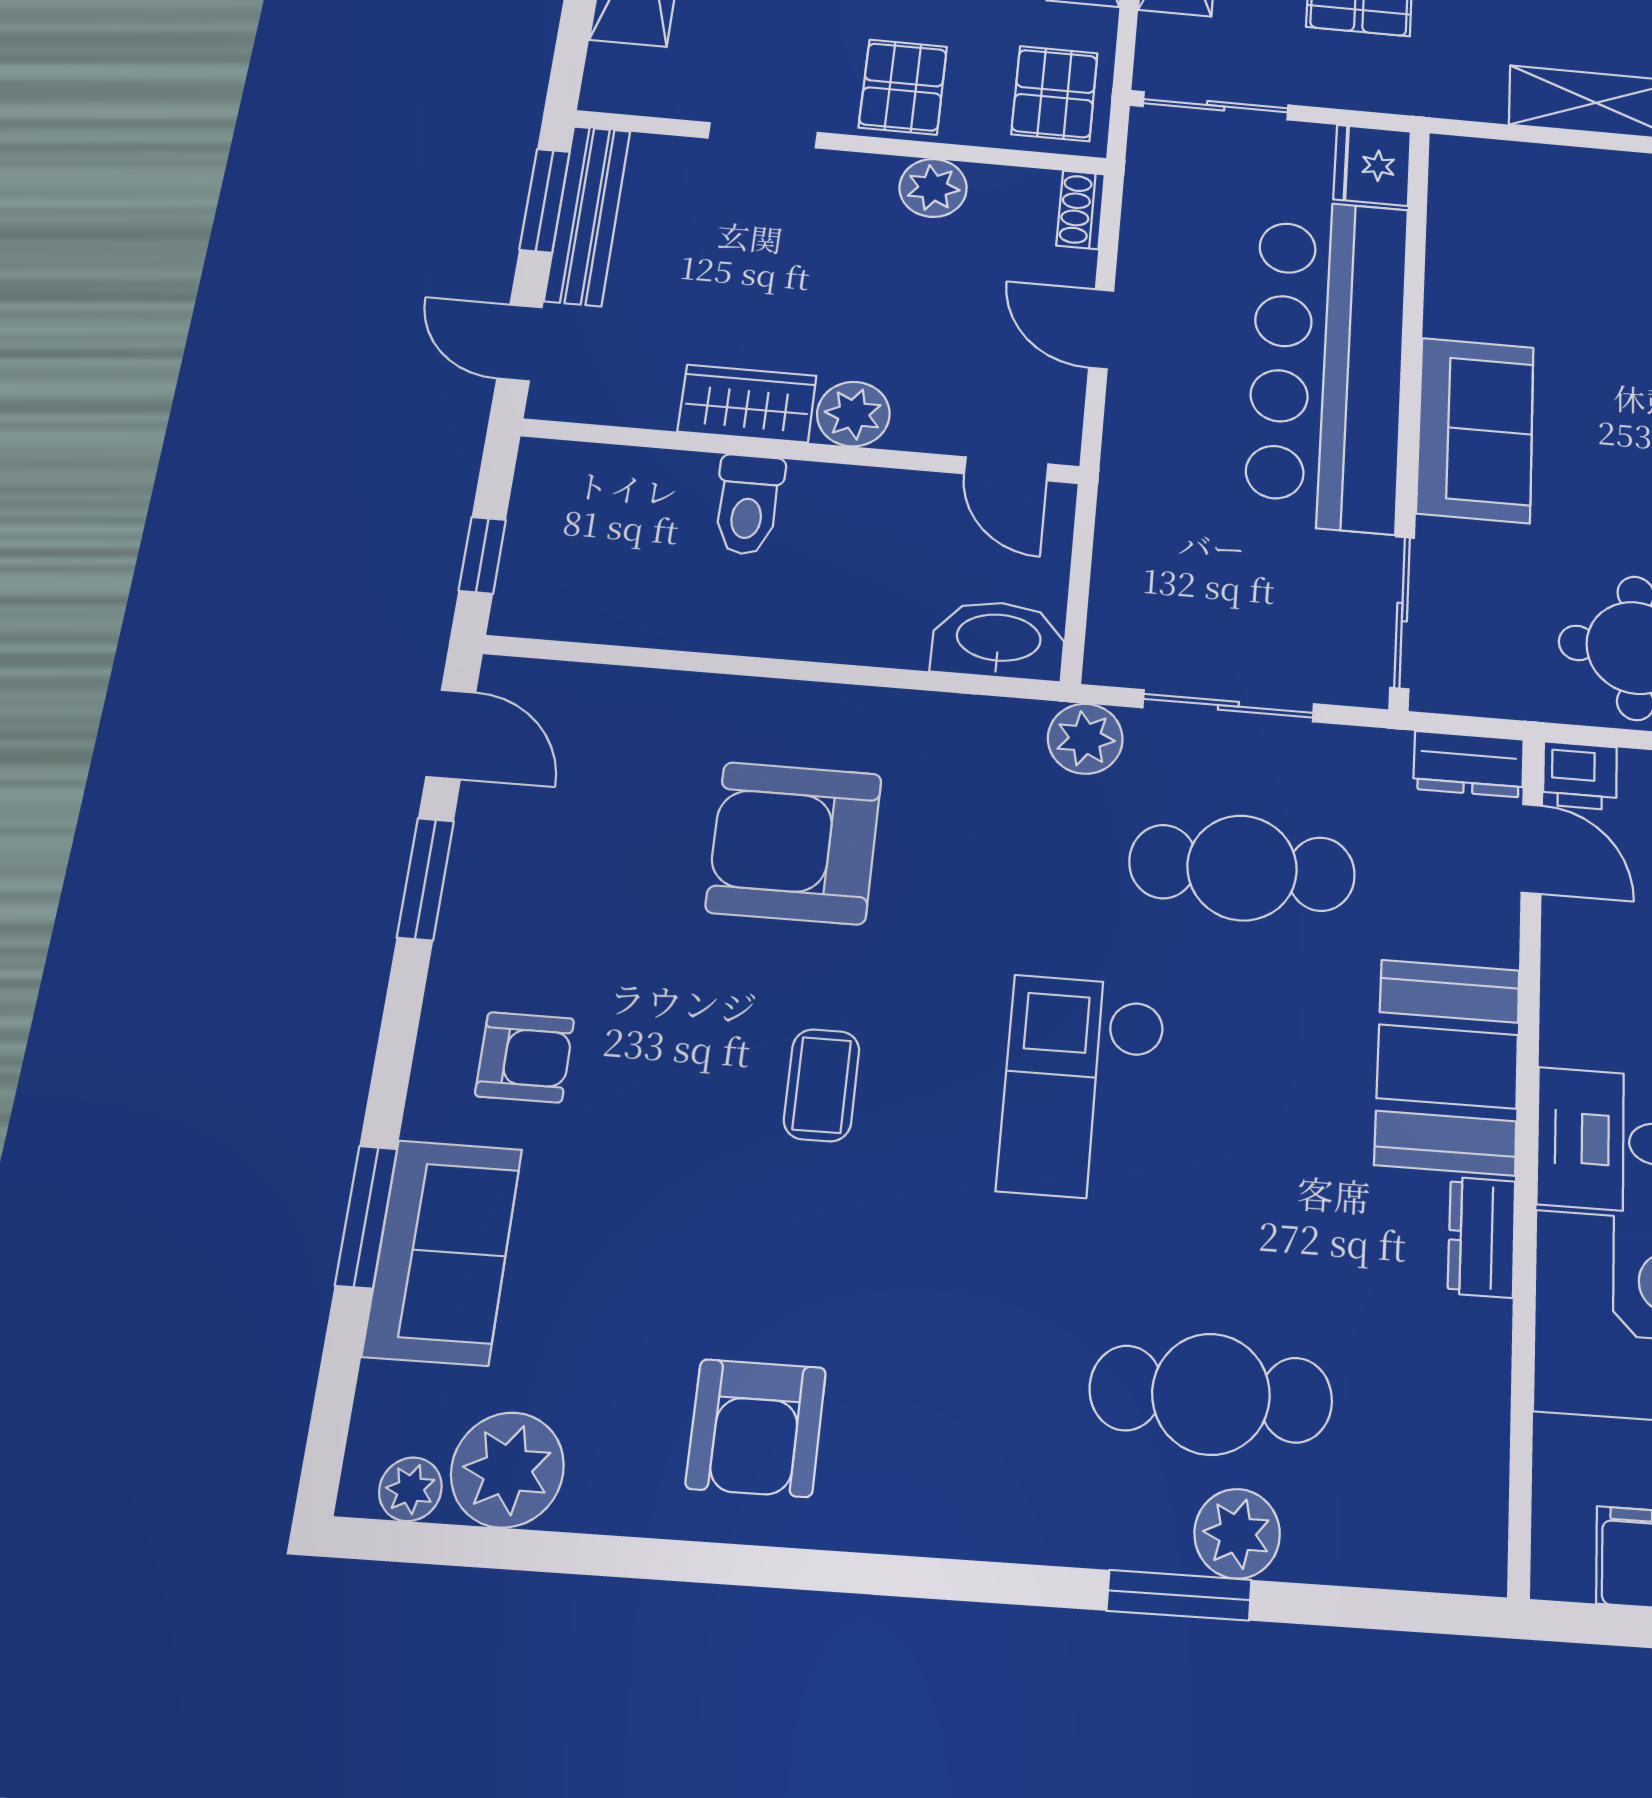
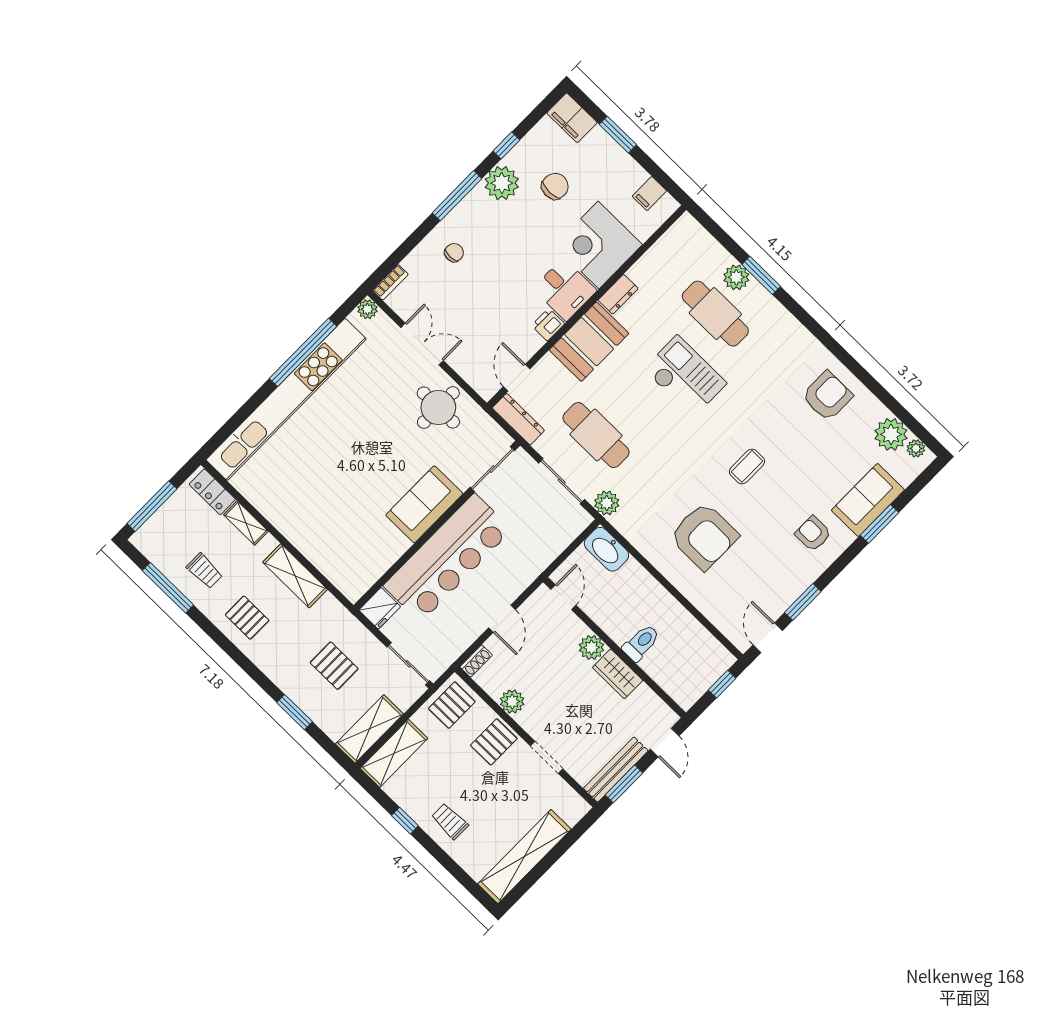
dresser: (1469, 764) -> (518, 419), width x1.44
printer: (1580, 776) -> (548, 325), moved, turned -90
checkout: (1082, 1087) -> (685, 376), moved, turned -90

